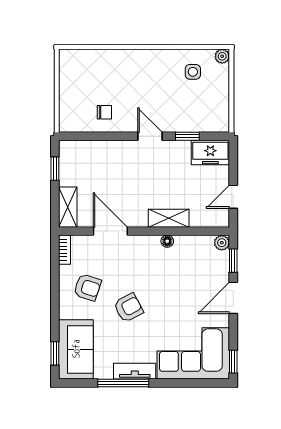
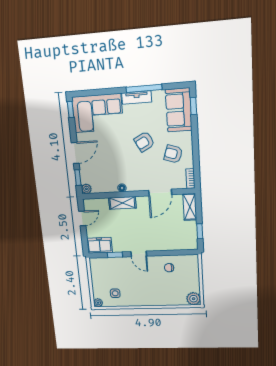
plant: (70, 60) -> (194, 299), added
door: (110, 231) -> (160, 192), hinge flipped

